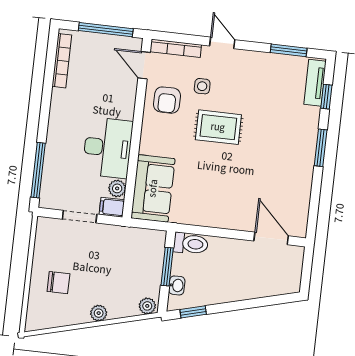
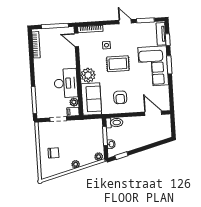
door: (222, 43) -> (125, 22), moved
armchair: (167, 100) -> (120, 97), moved
plant: (155, 140) -> (88, 75), added
corner sofa: (288, 145) -> (153, 66), added

